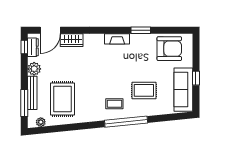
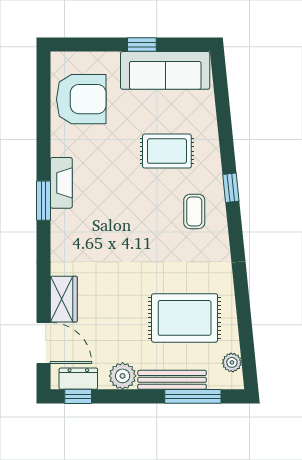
window: (141, 30) -> (43, 201), moved
fireplace: (117, 39) -> (61, 183), moved
armchair: (169, 49) -> (81, 99), turned 90
rug: (144, 90) -> (167, 151), turned 90
window: (126, 122) -> (231, 188), width x0.32

